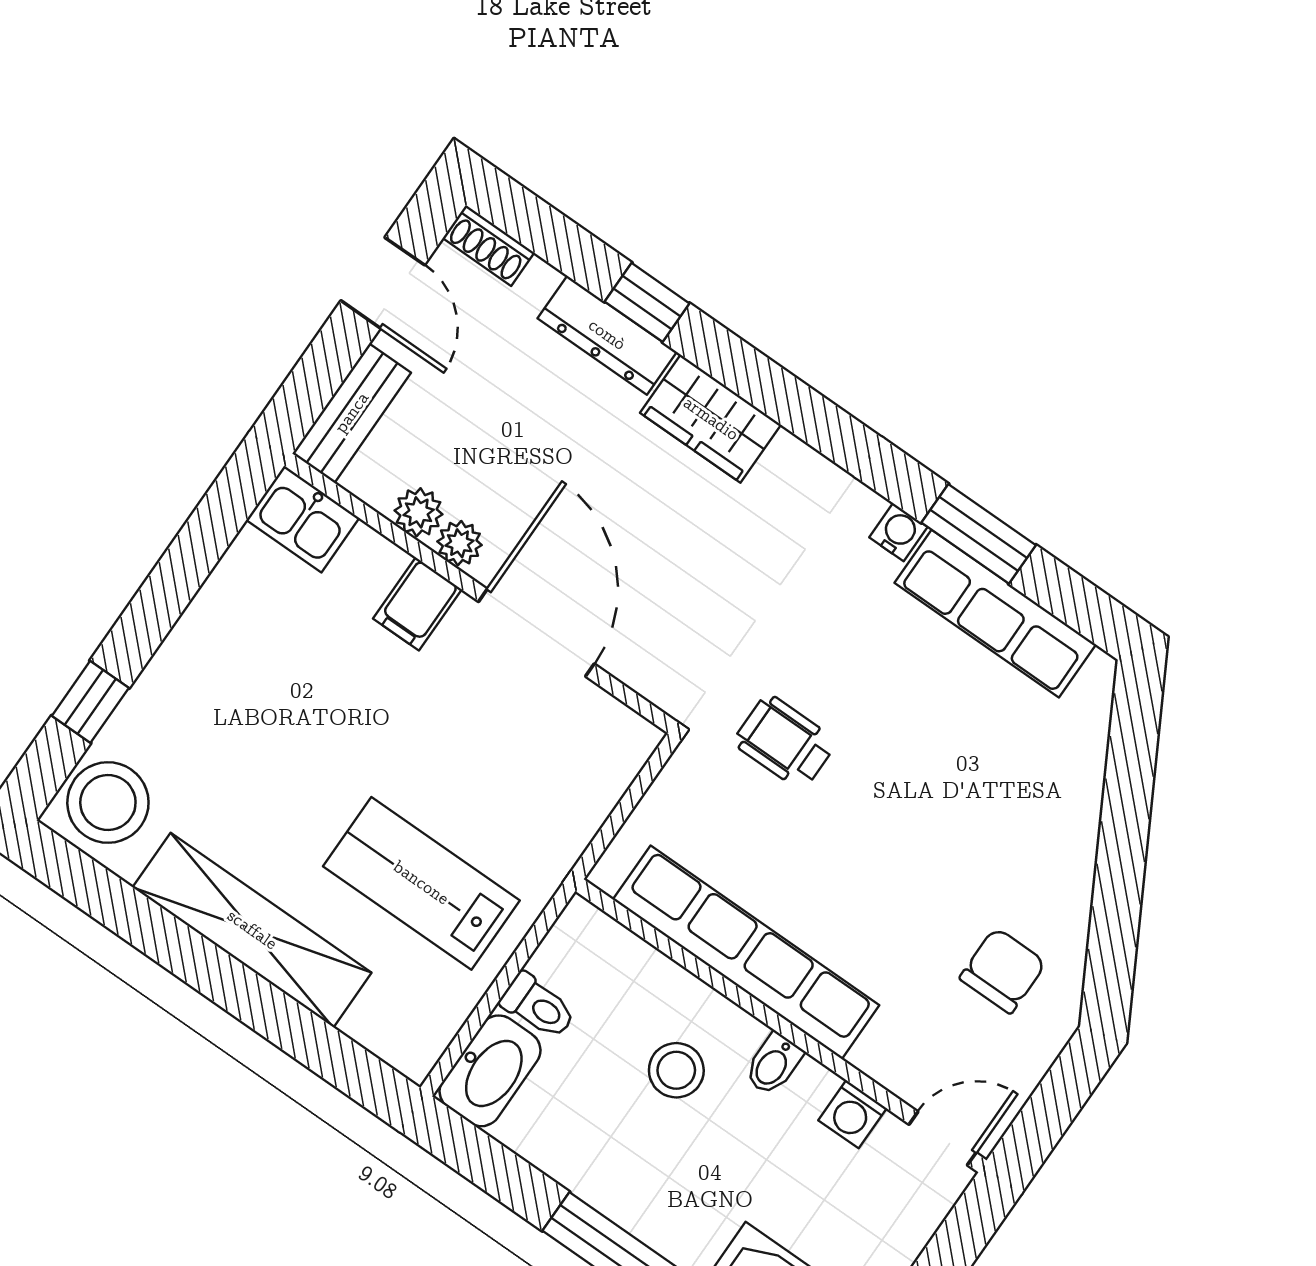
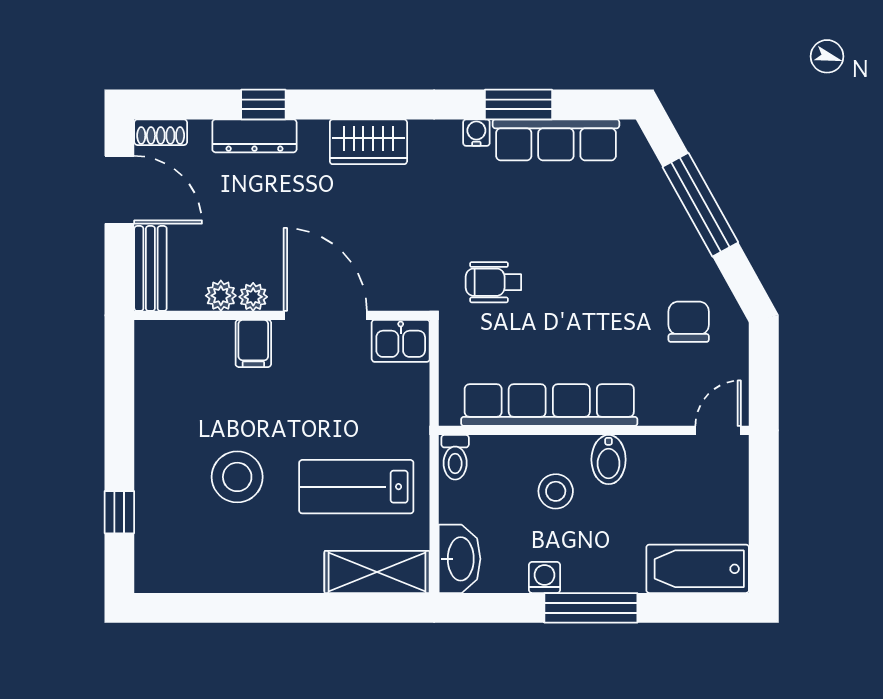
door: (383, 283) -> (119, 190), width x1.38
wardrobe: (711, 419) -> (368, 142), moved
kitchen sink: (303, 519) -> (401, 341), moved
stool: (108, 803) -> (237, 477), moved
window: (1124, 829) -> (700, 205), added
shelving: (252, 930) -> (377, 572), moved, width x0.68
toilet: (538, 1006) -> (455, 457), moved, turned 90
bidet: (774, 1064) -> (609, 460), width x1.38, depth x1.36
washing machine: (852, 1114) -> (545, 577), moved, turned 180

